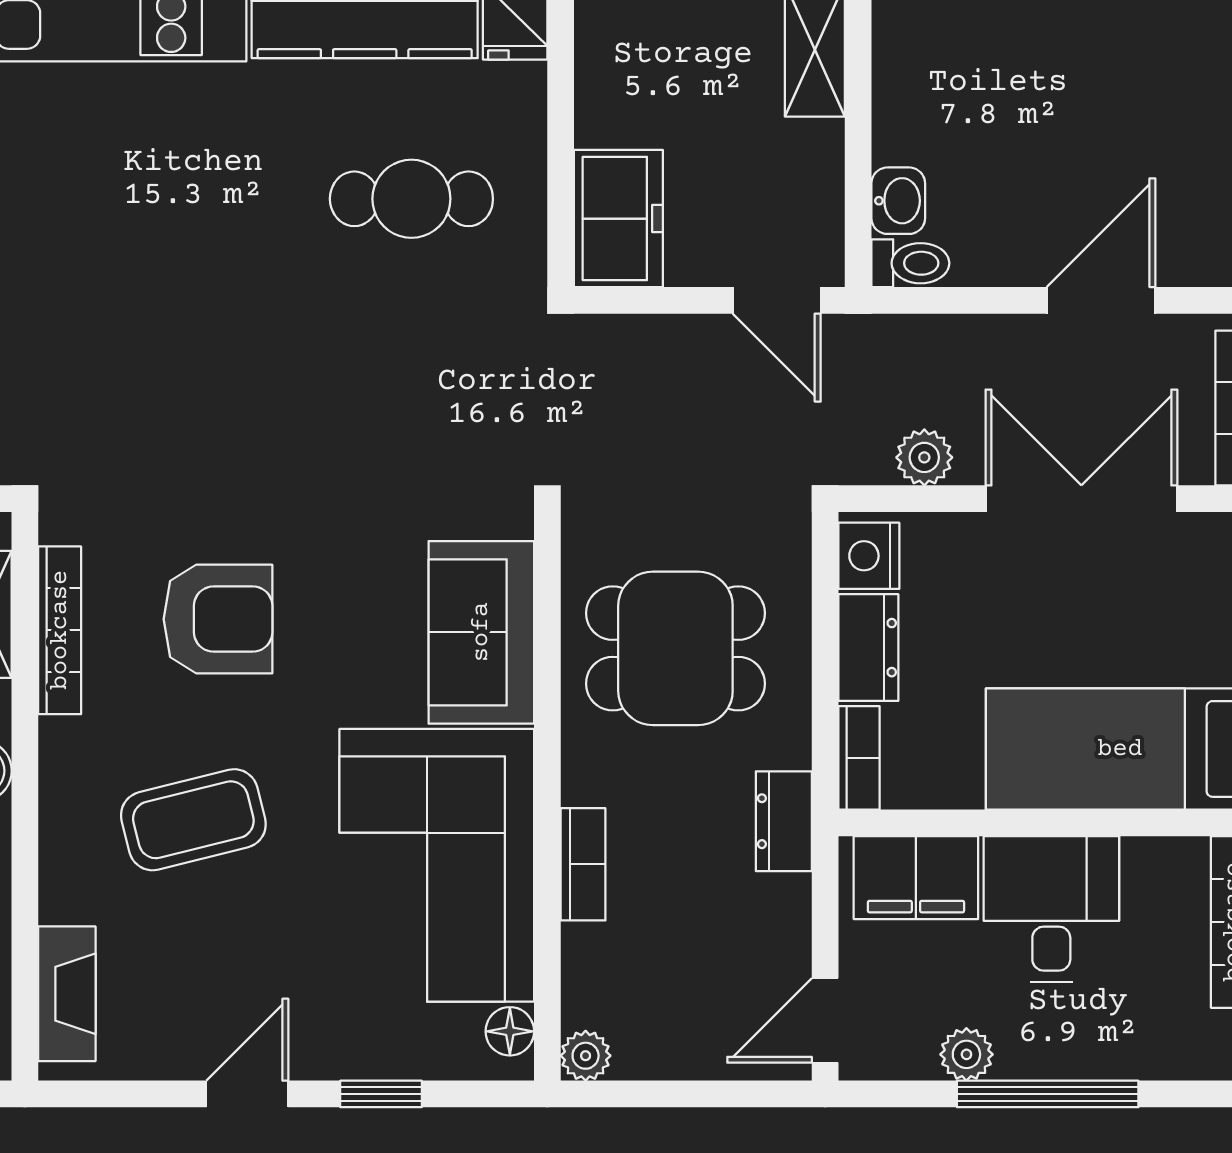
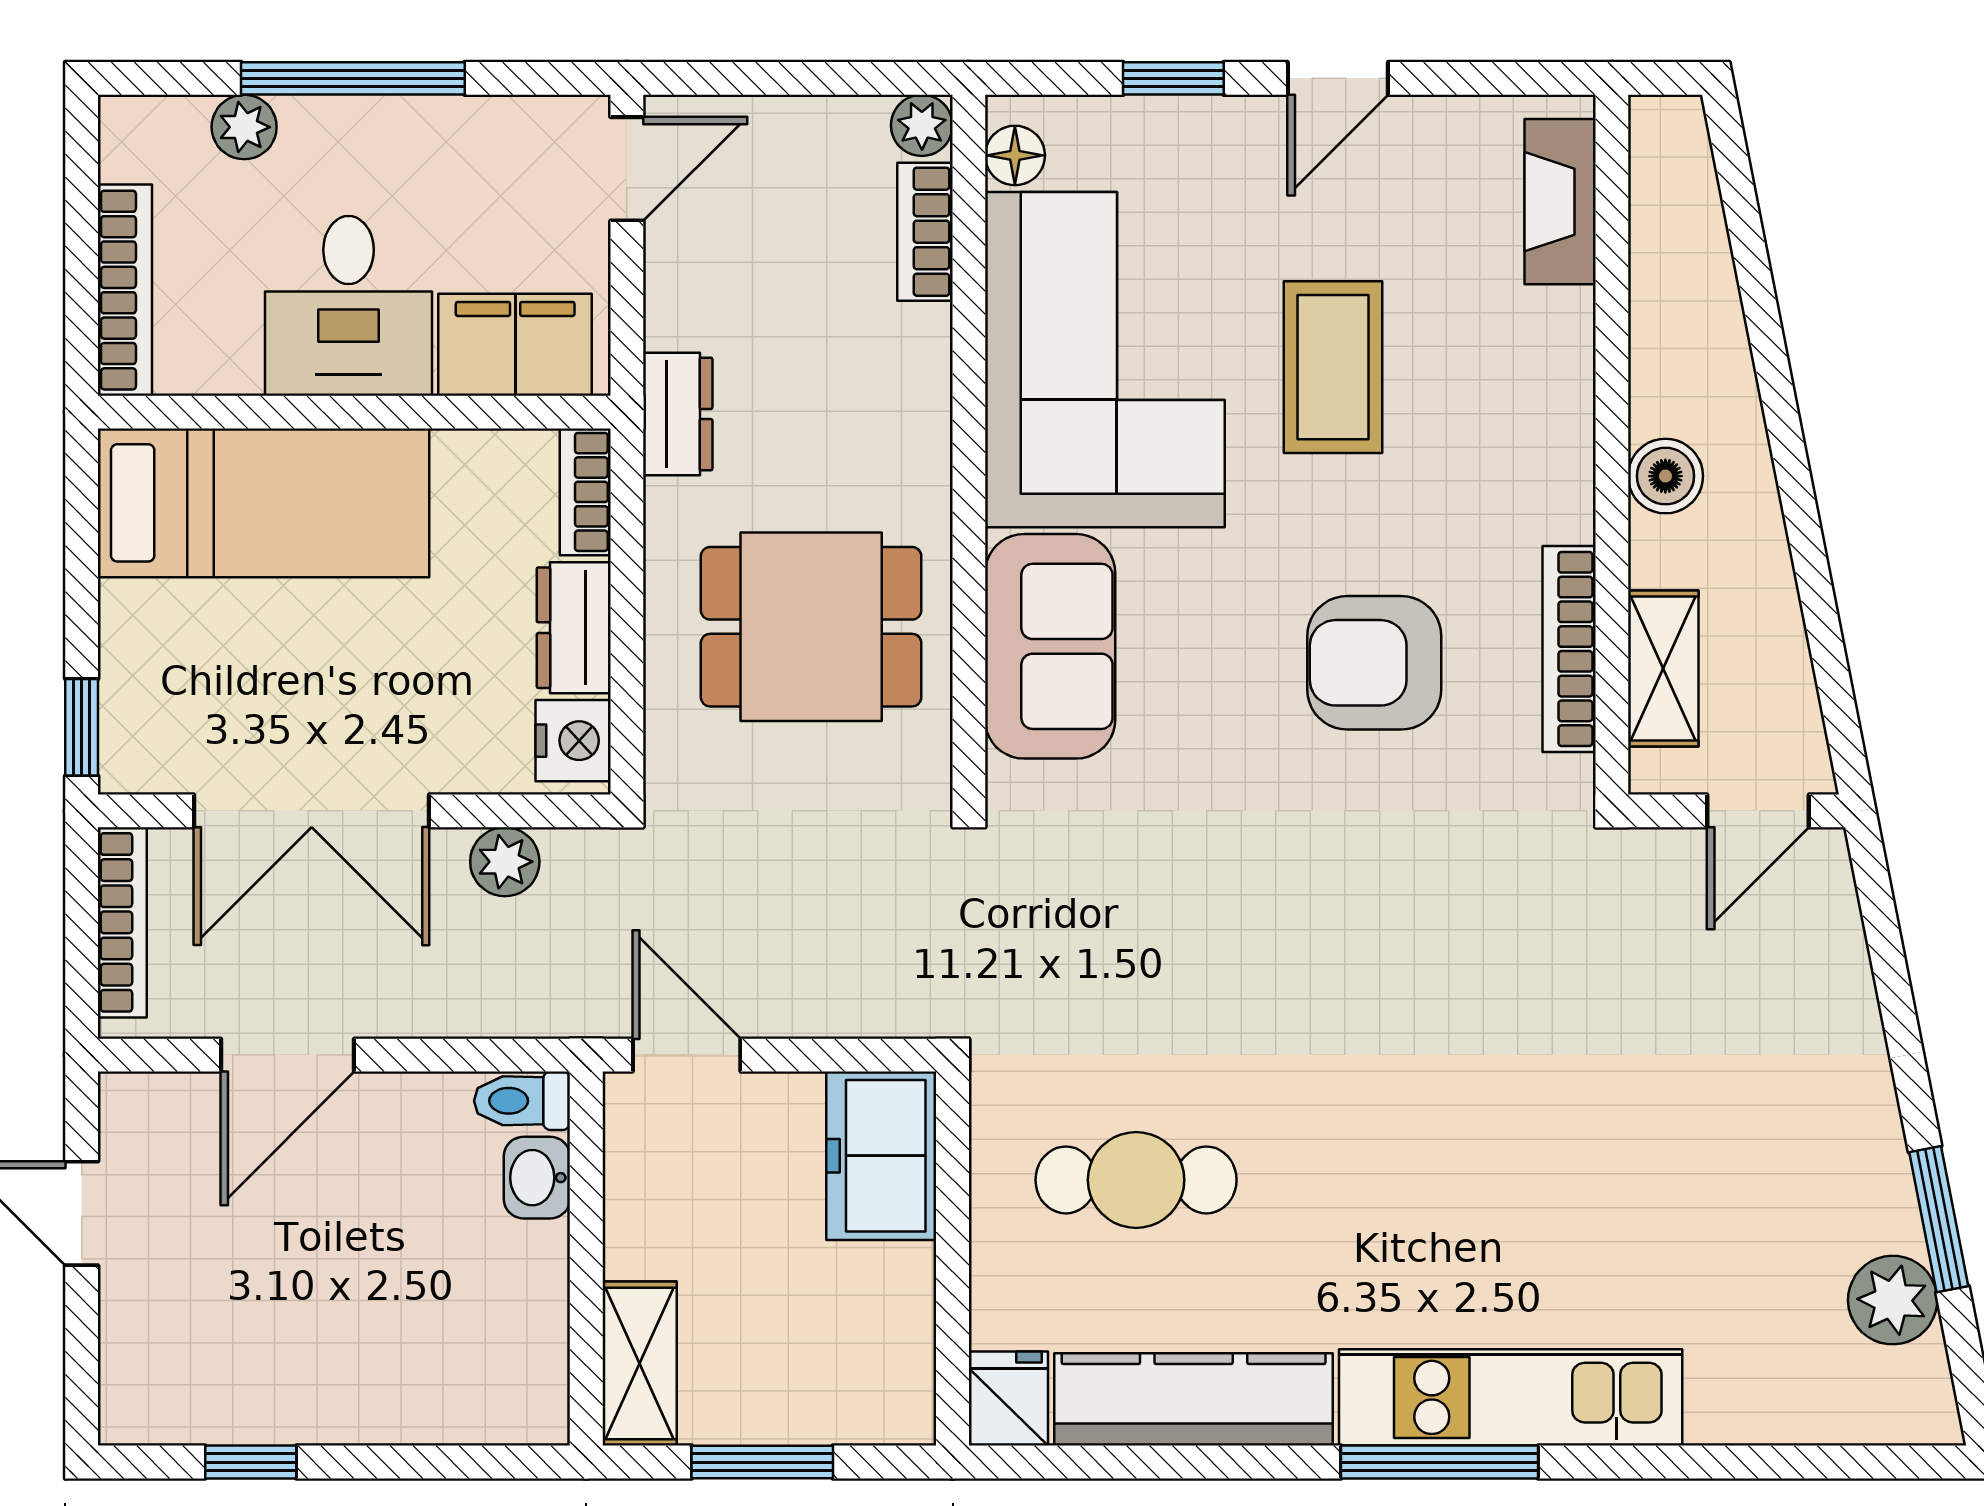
coffee table: (193, 820) -> (1333, 367), moved, turned -76
bookcase: (583, 864) -> (925, 232), moved
plant: (966, 1054) -> (244, 127), moved

